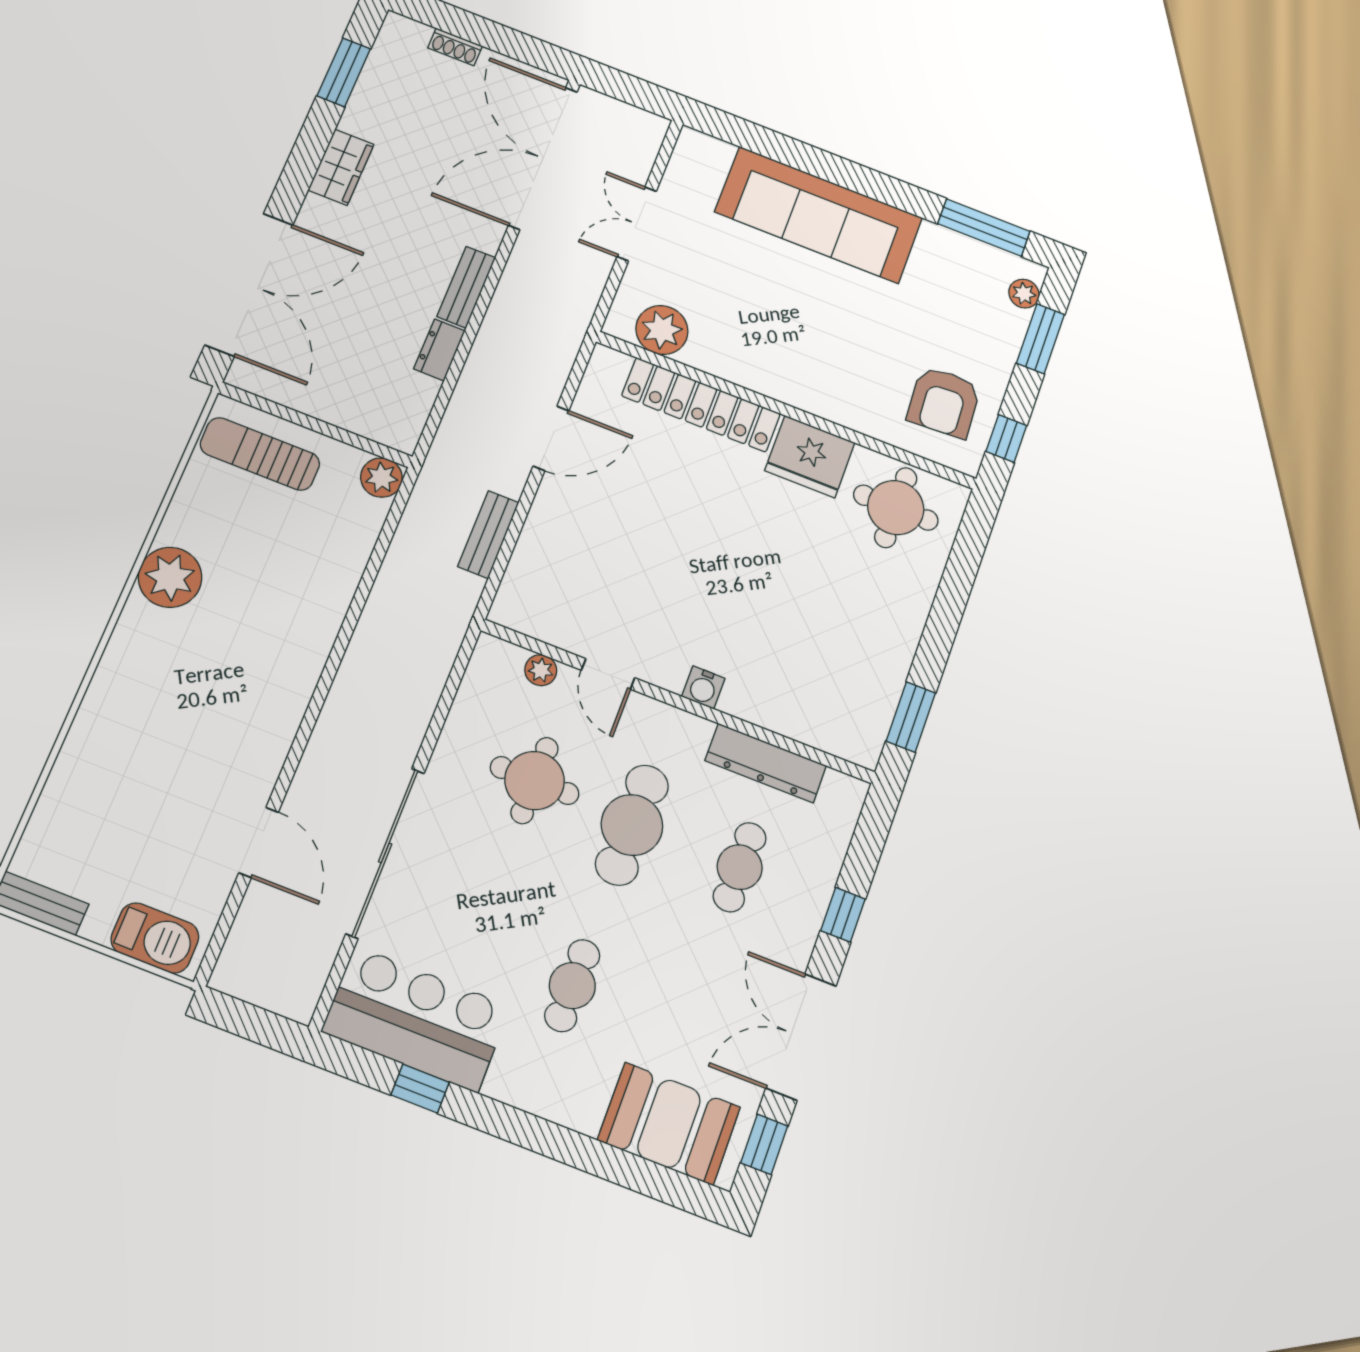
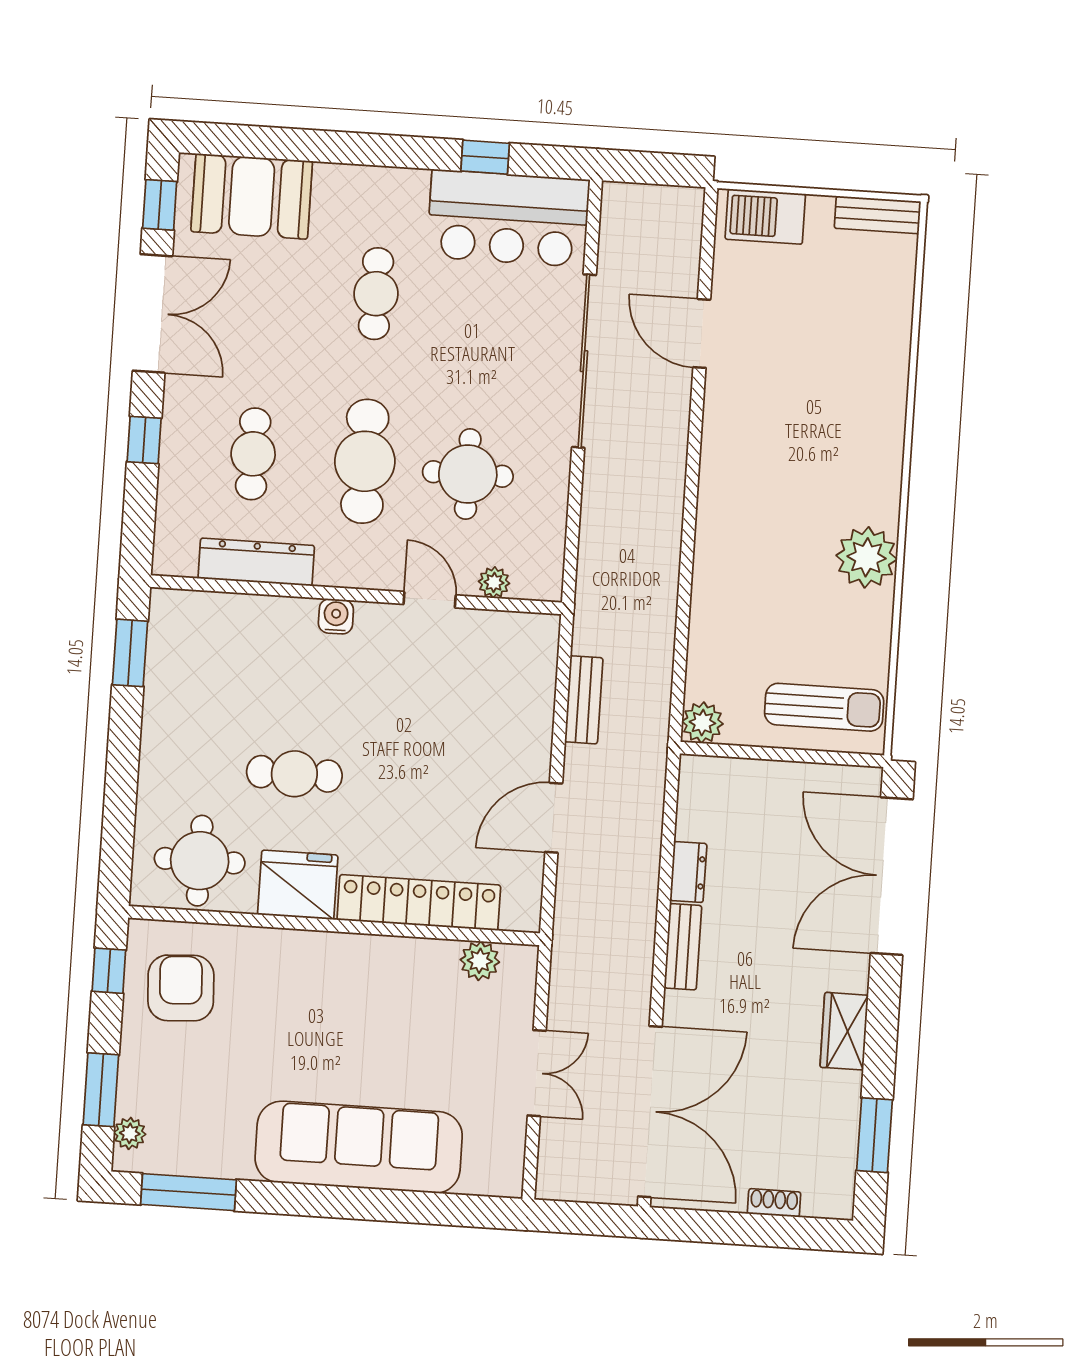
plant: (662, 330) -> (480, 961), width x0.73, depth x0.73
cafe table: (785, 556) -> (294, 774), added

